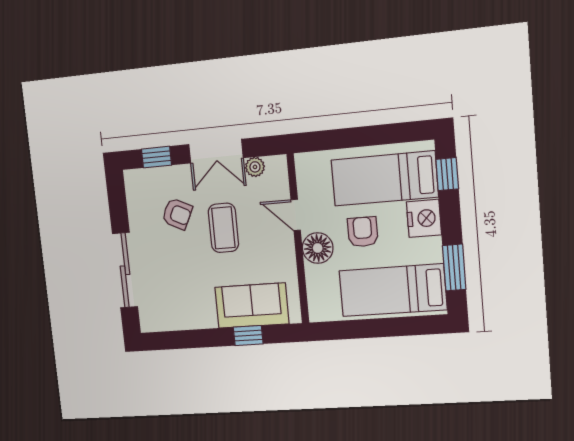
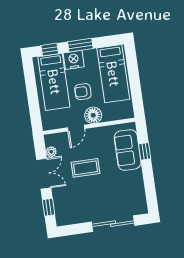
armchair: (177, 214) -> (79, 194), removed
window: (454, 267) -> (80, 45), moved

